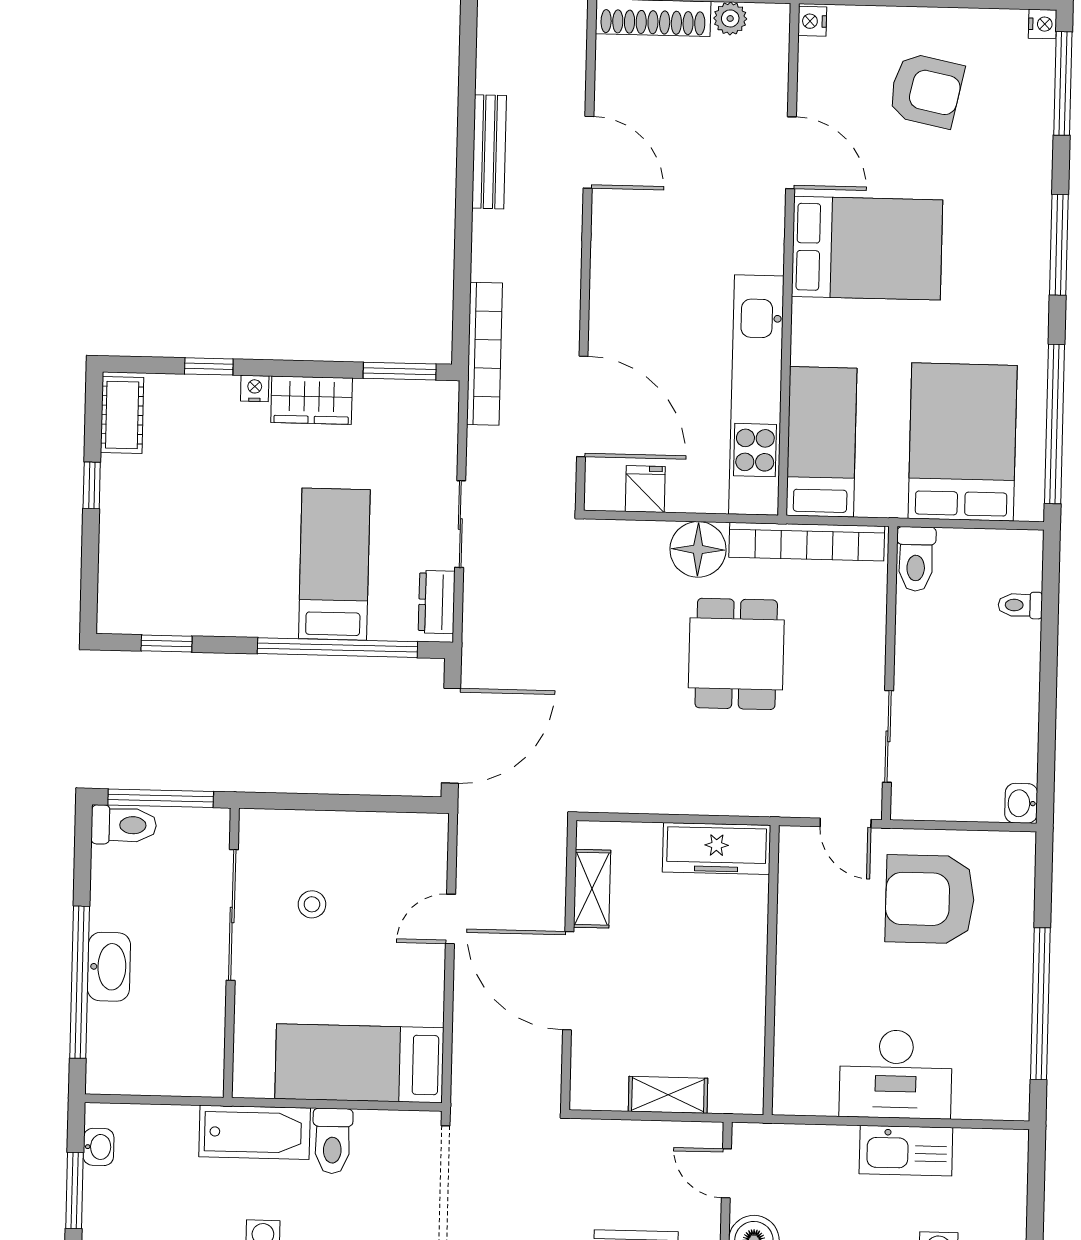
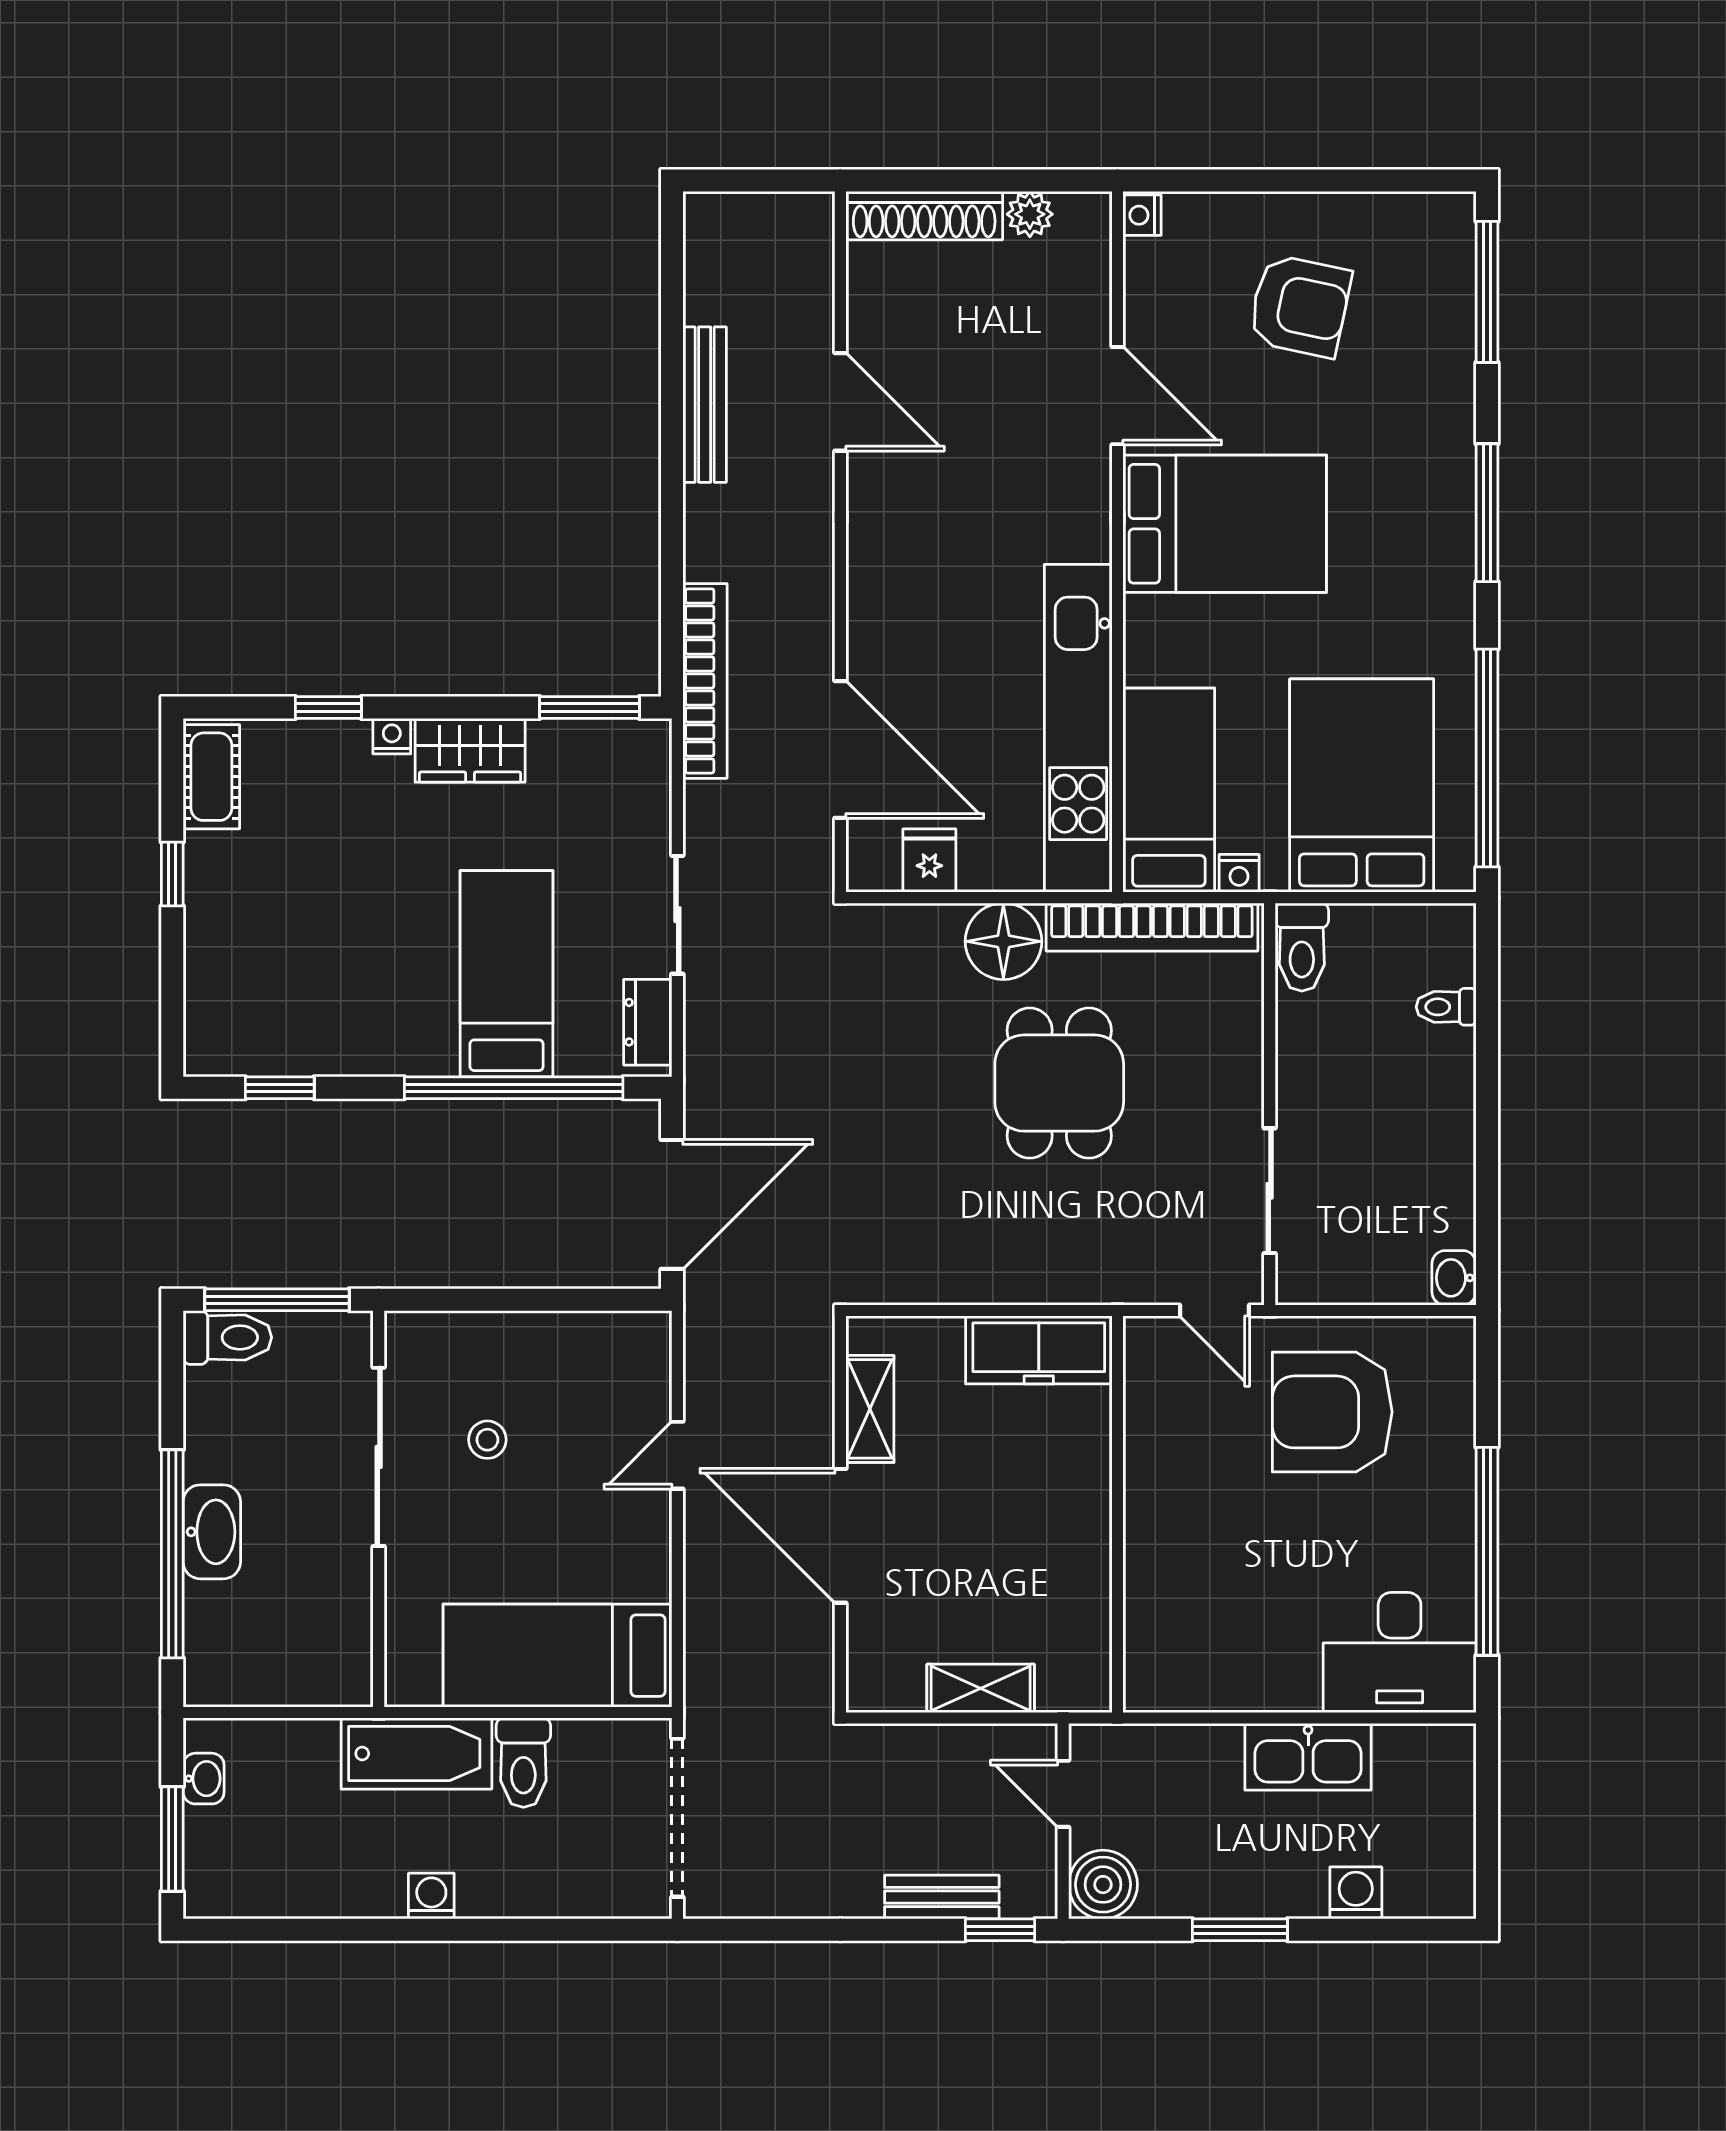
nightstand: (1043, 24) -> (1239, 873), moved, turned 90
desk: (896, 1074) -> (1400, 1652), moved

